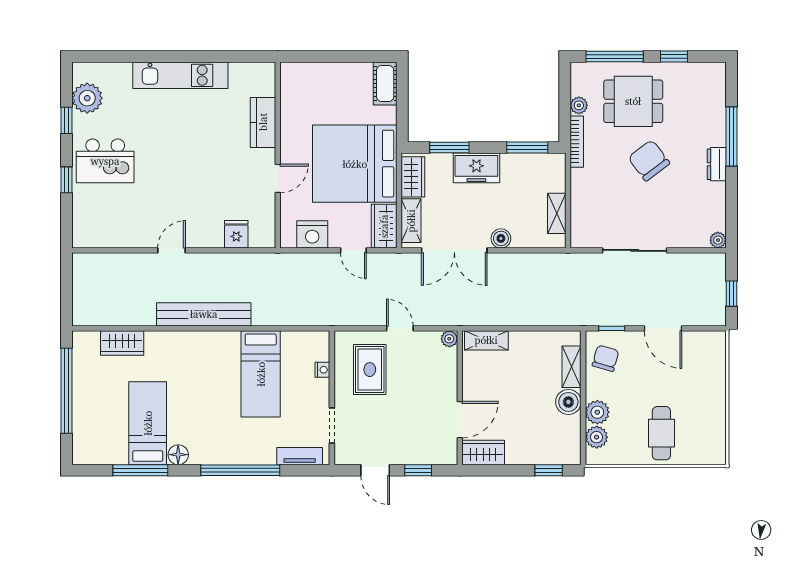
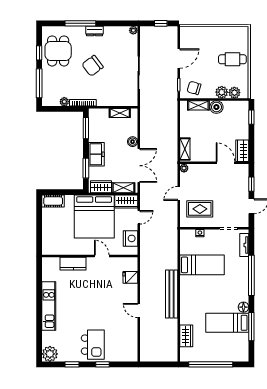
plant: (87, 98) -> (50, 354), moved
dining table: (633, 101) -> (58, 51), moved

